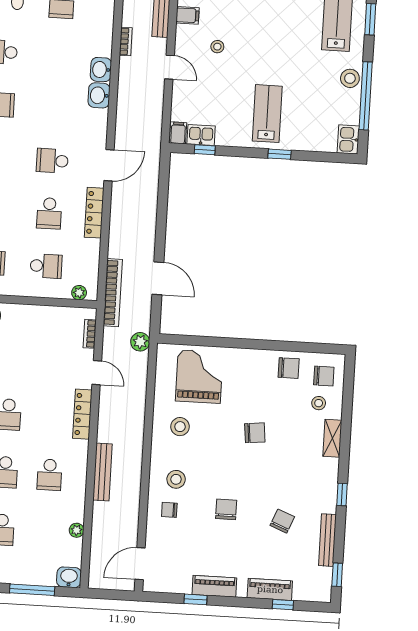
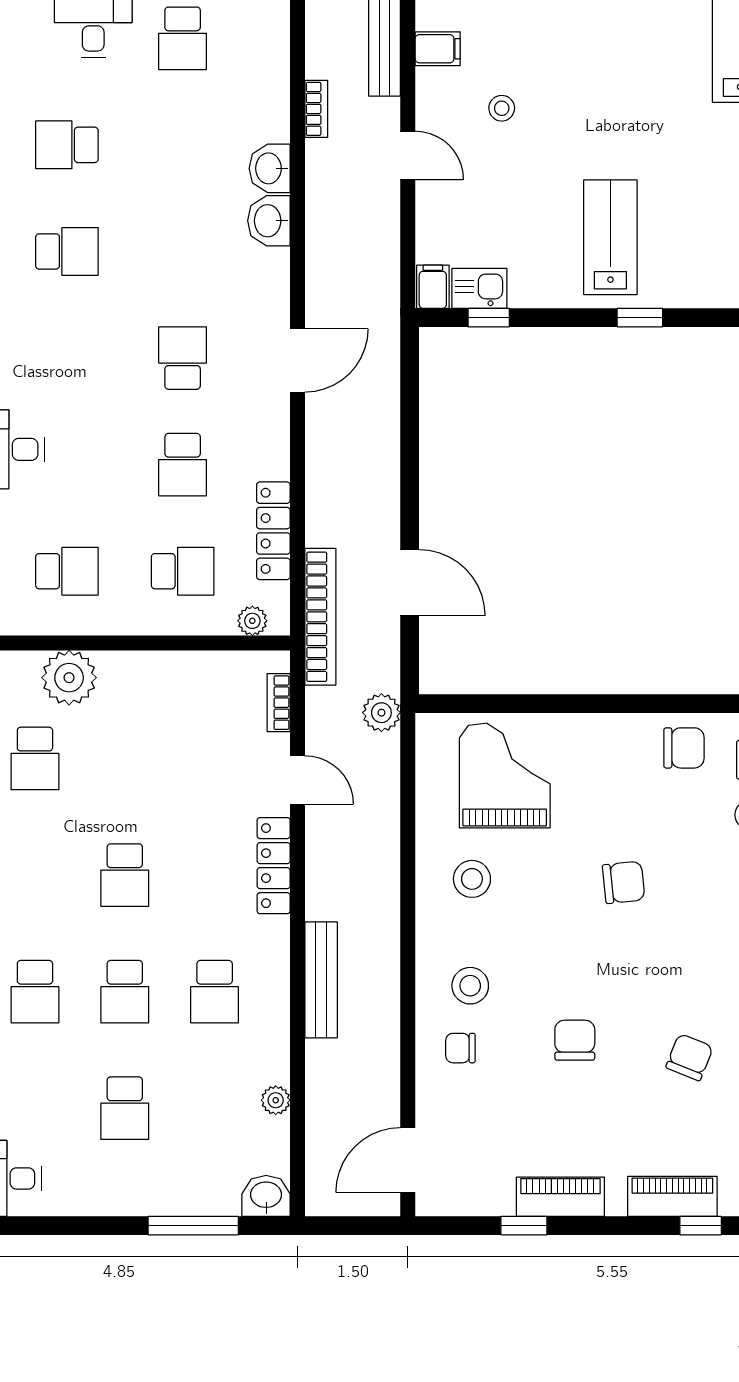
school desk: (52, 161) -> (183, 358), turned 90
locker: (94, 213) -> (273, 531), moved

